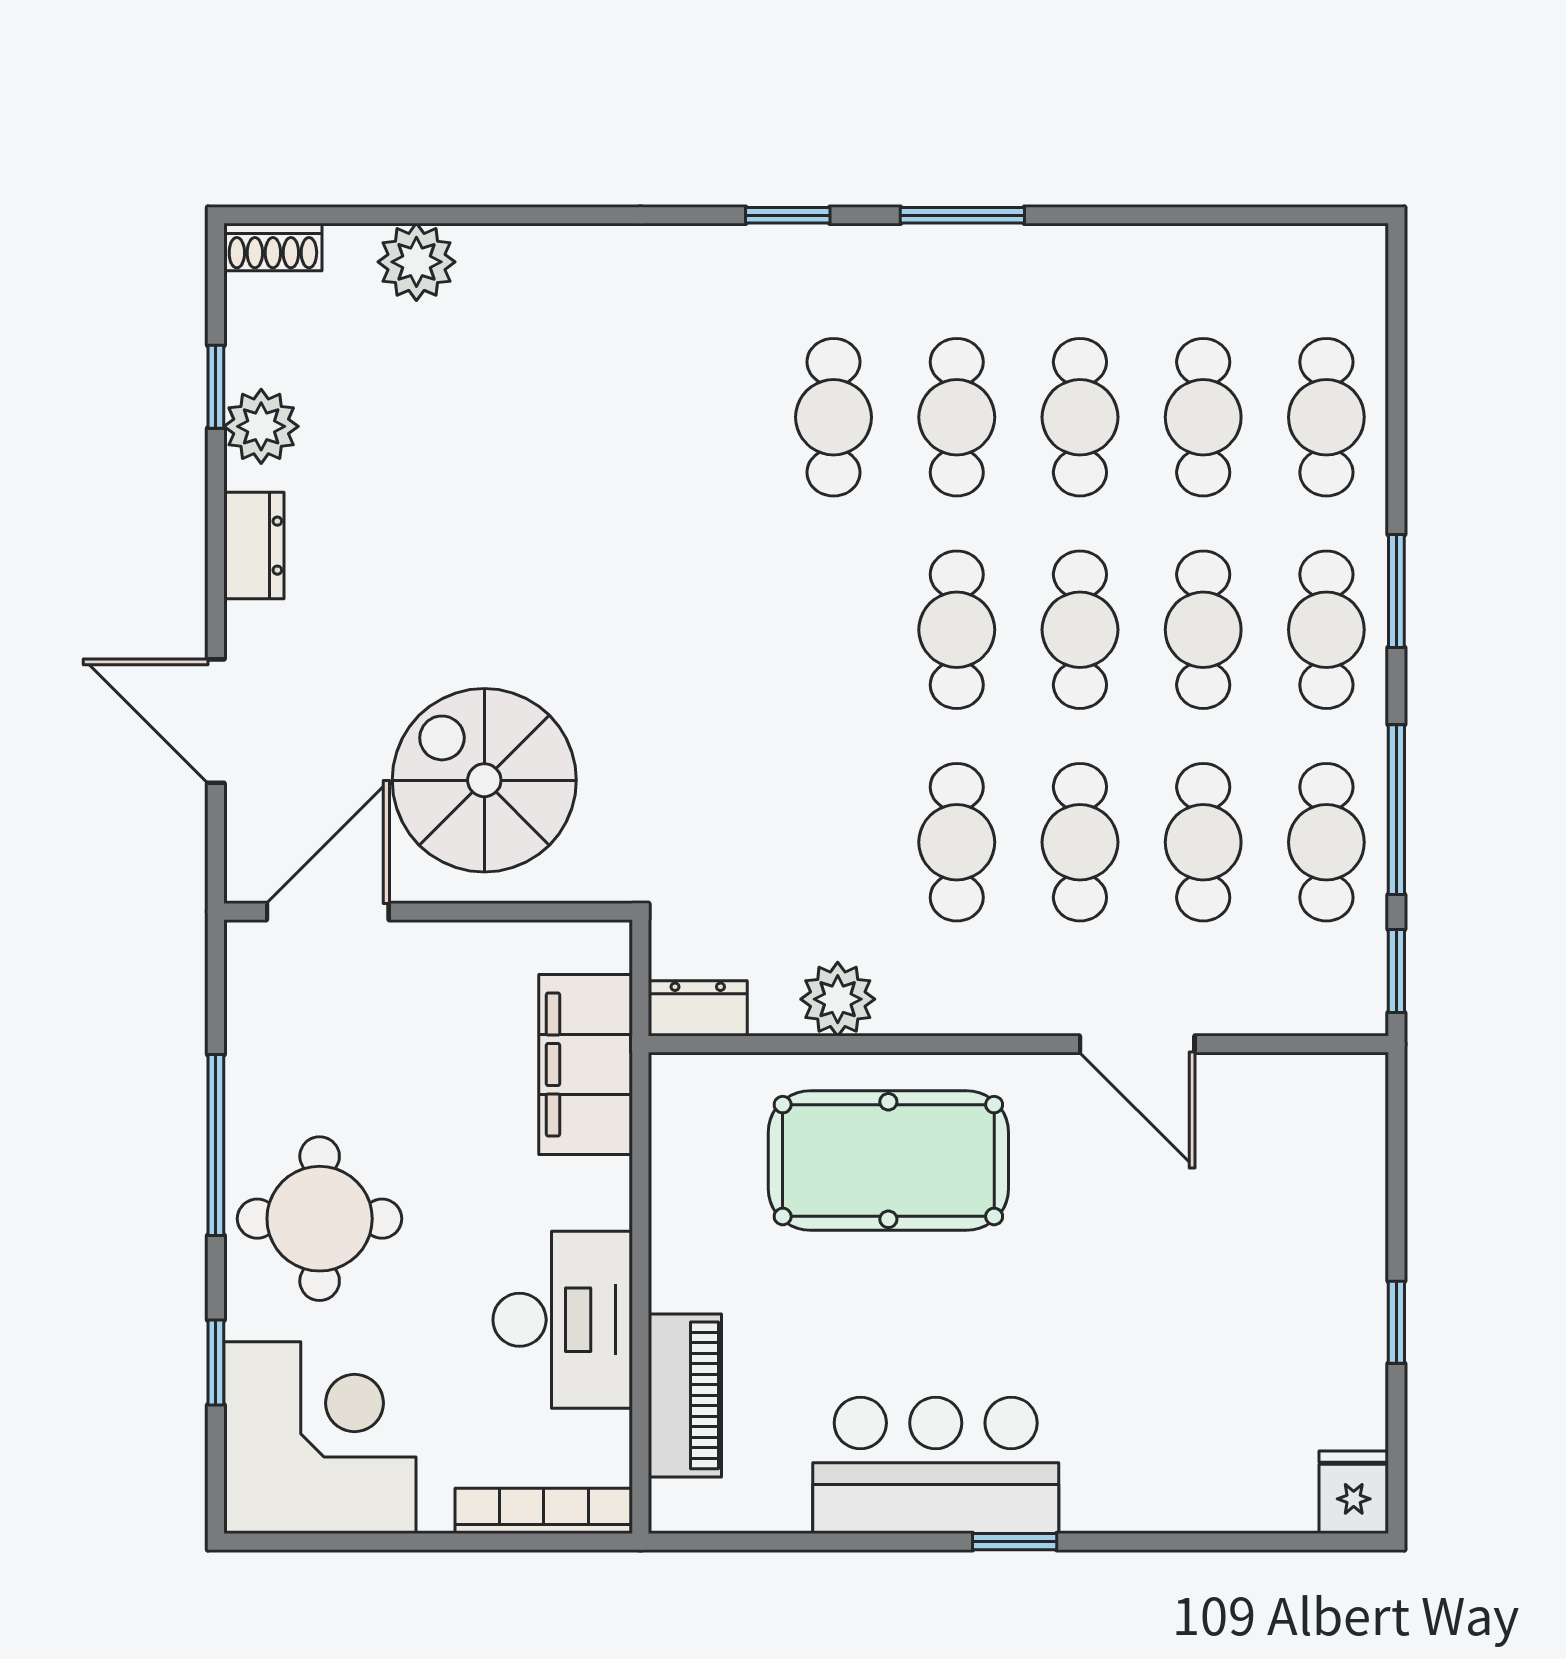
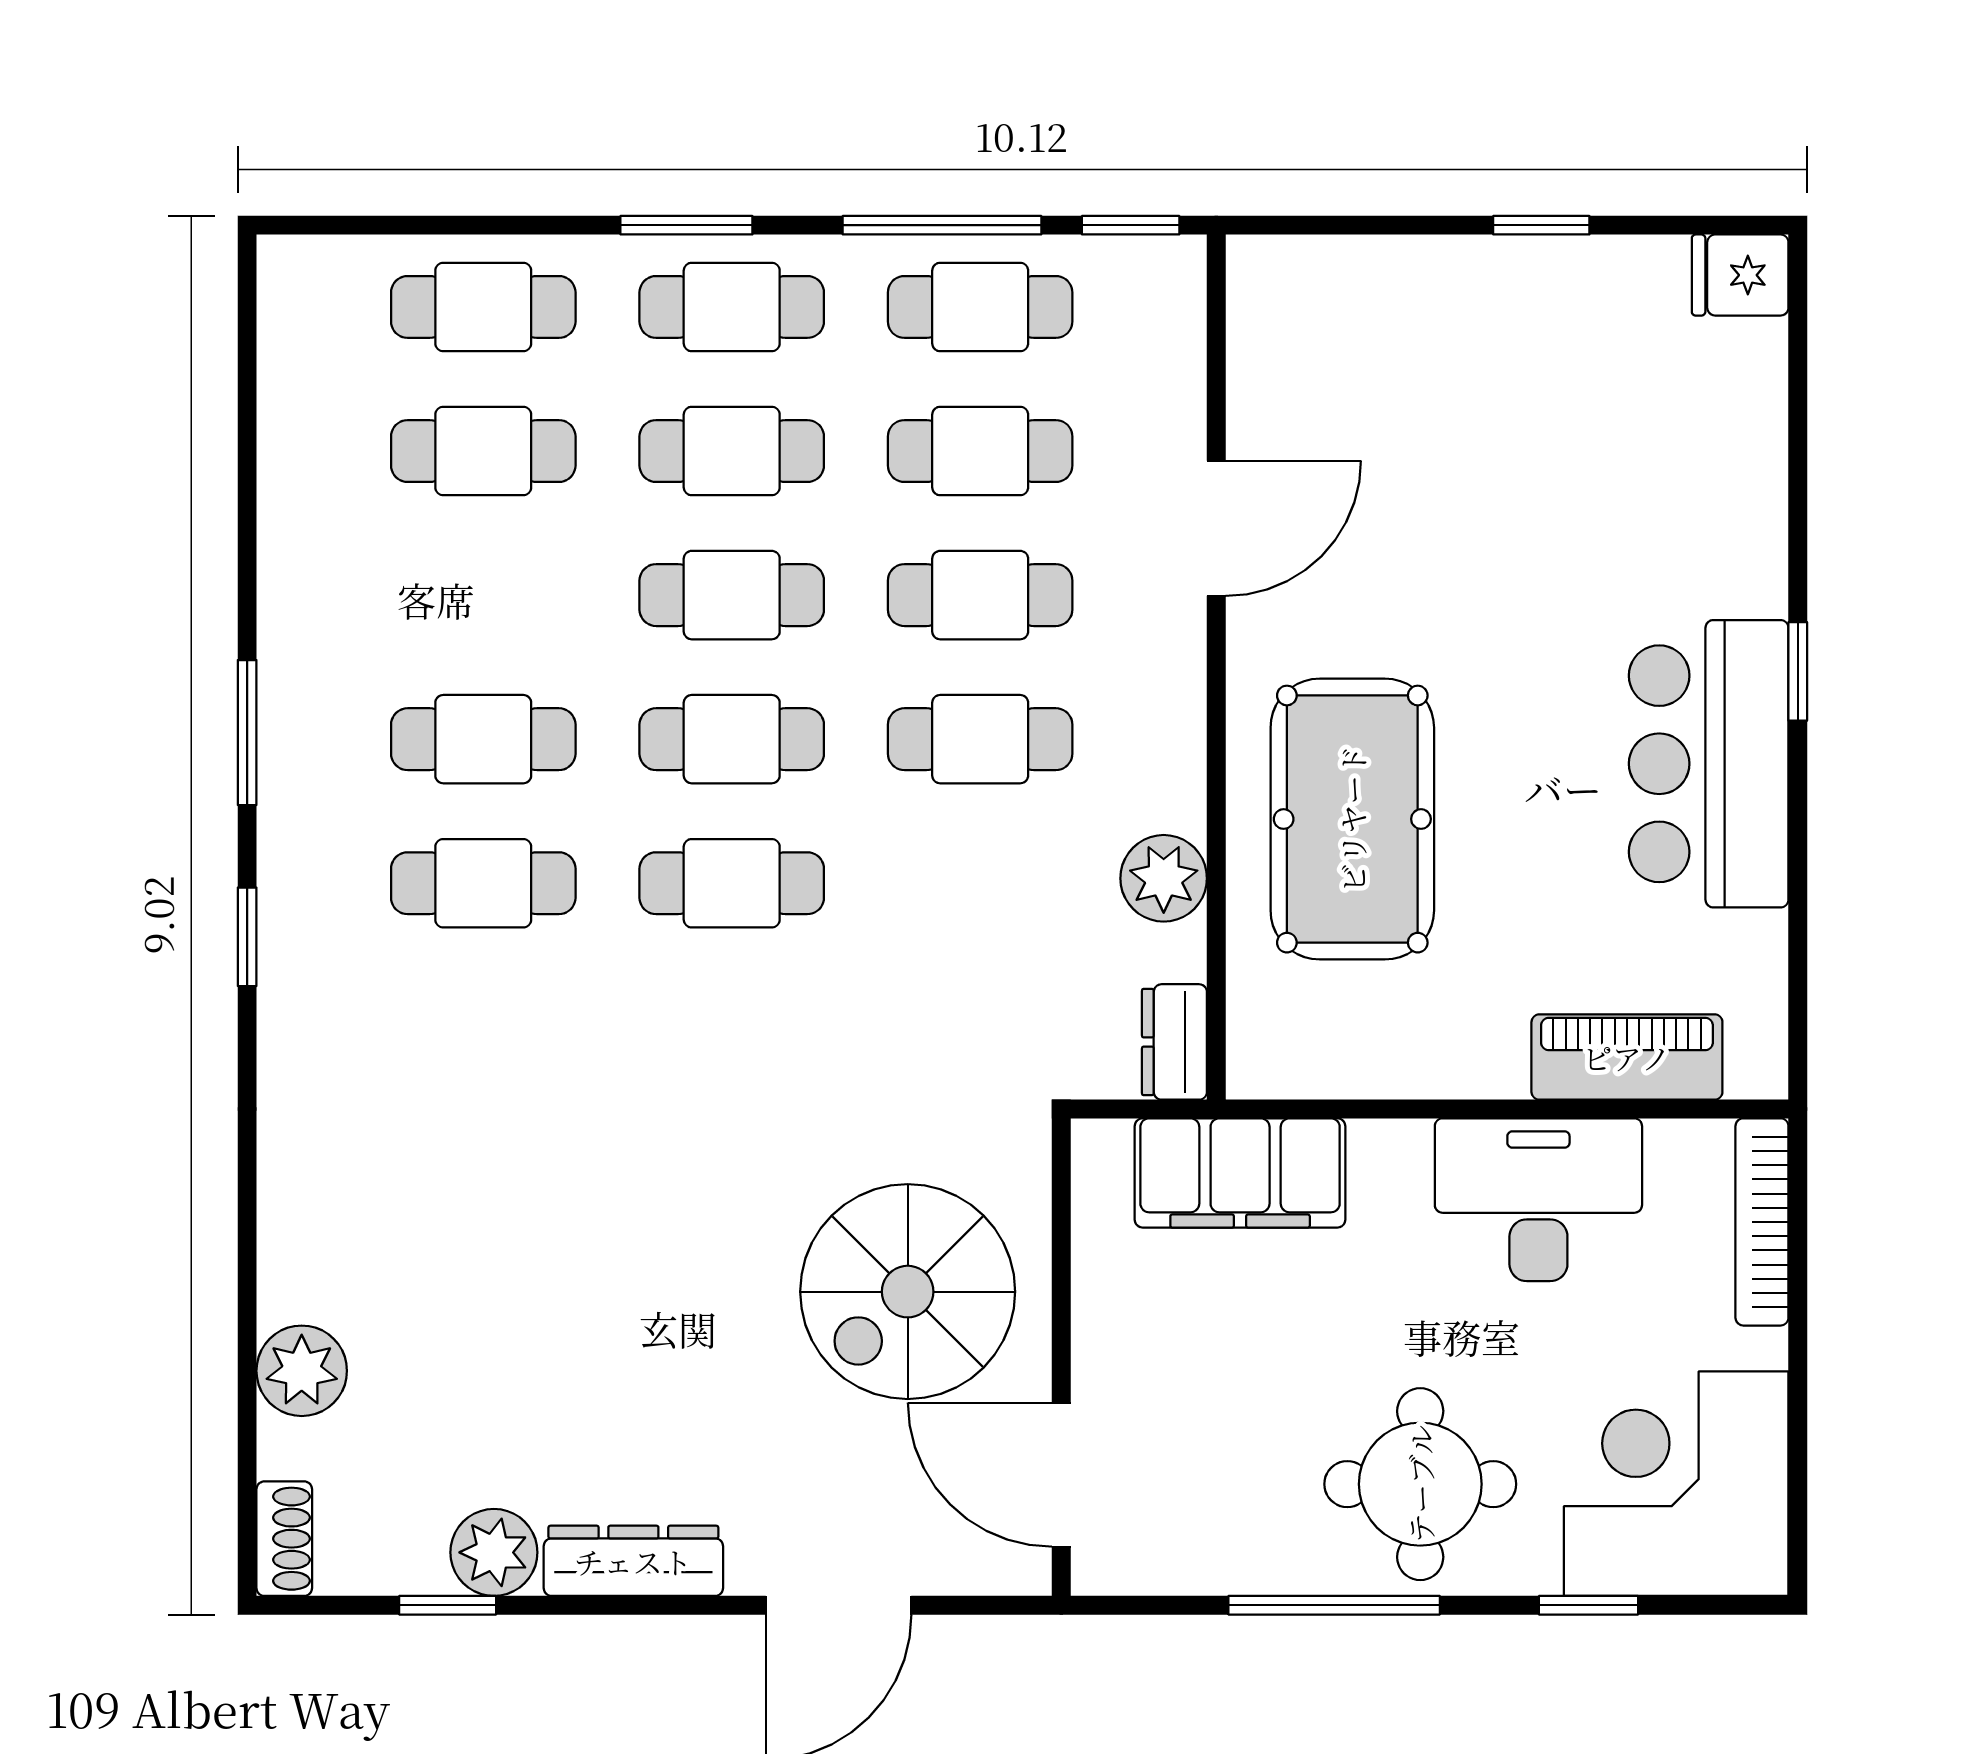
cafe table: (1080, 417) -> (732, 883), moved
dresser: (254, 546) -> (633, 1561), width x1.44

